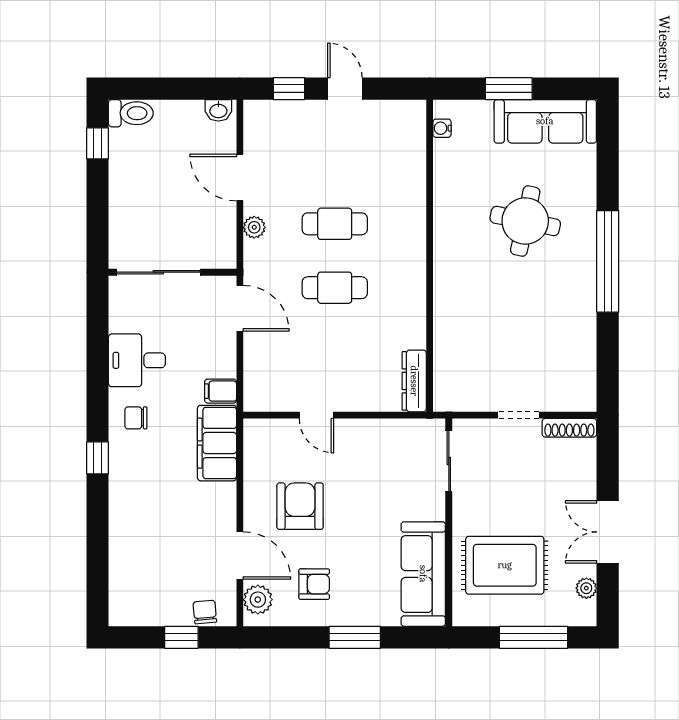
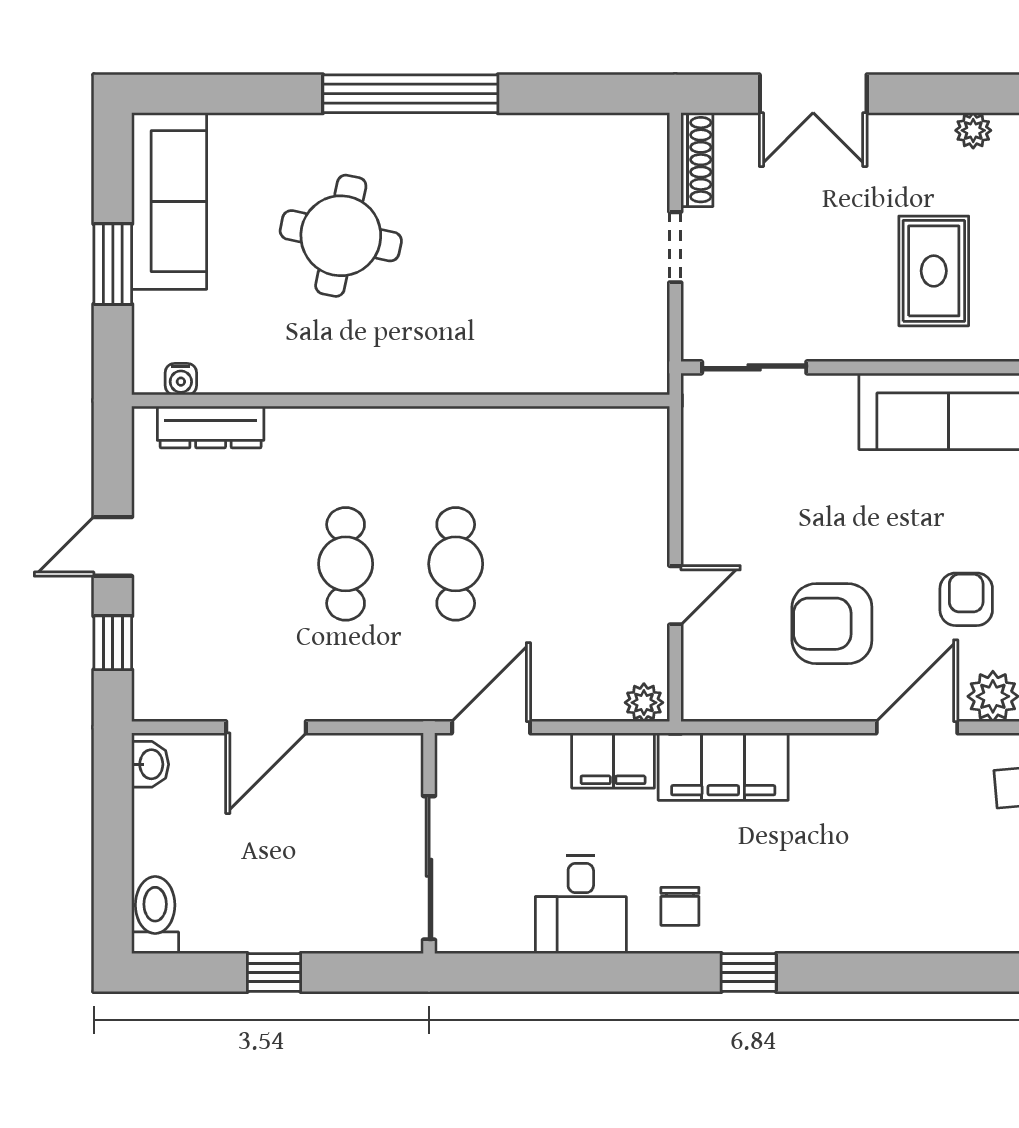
window: (98, 143) -> (274, 972), moved
plant: (254, 227) -> (644, 703), moved
dresser: (414, 381) -> (211, 427), moved
filing cabinet: (221, 391) -> (613, 761), width x2.00
double door: (608, 532) -> (813, 94), moved
rug: (505, 565) -> (934, 271), width x0.73, depth x0.70

